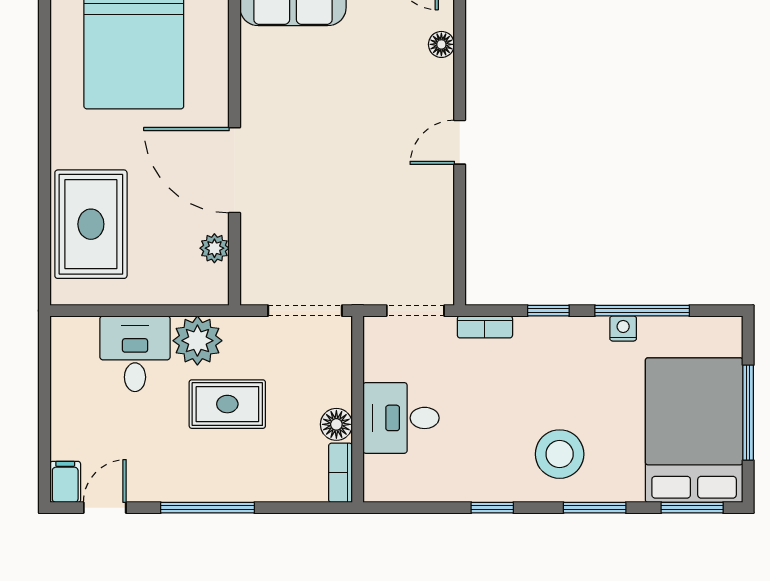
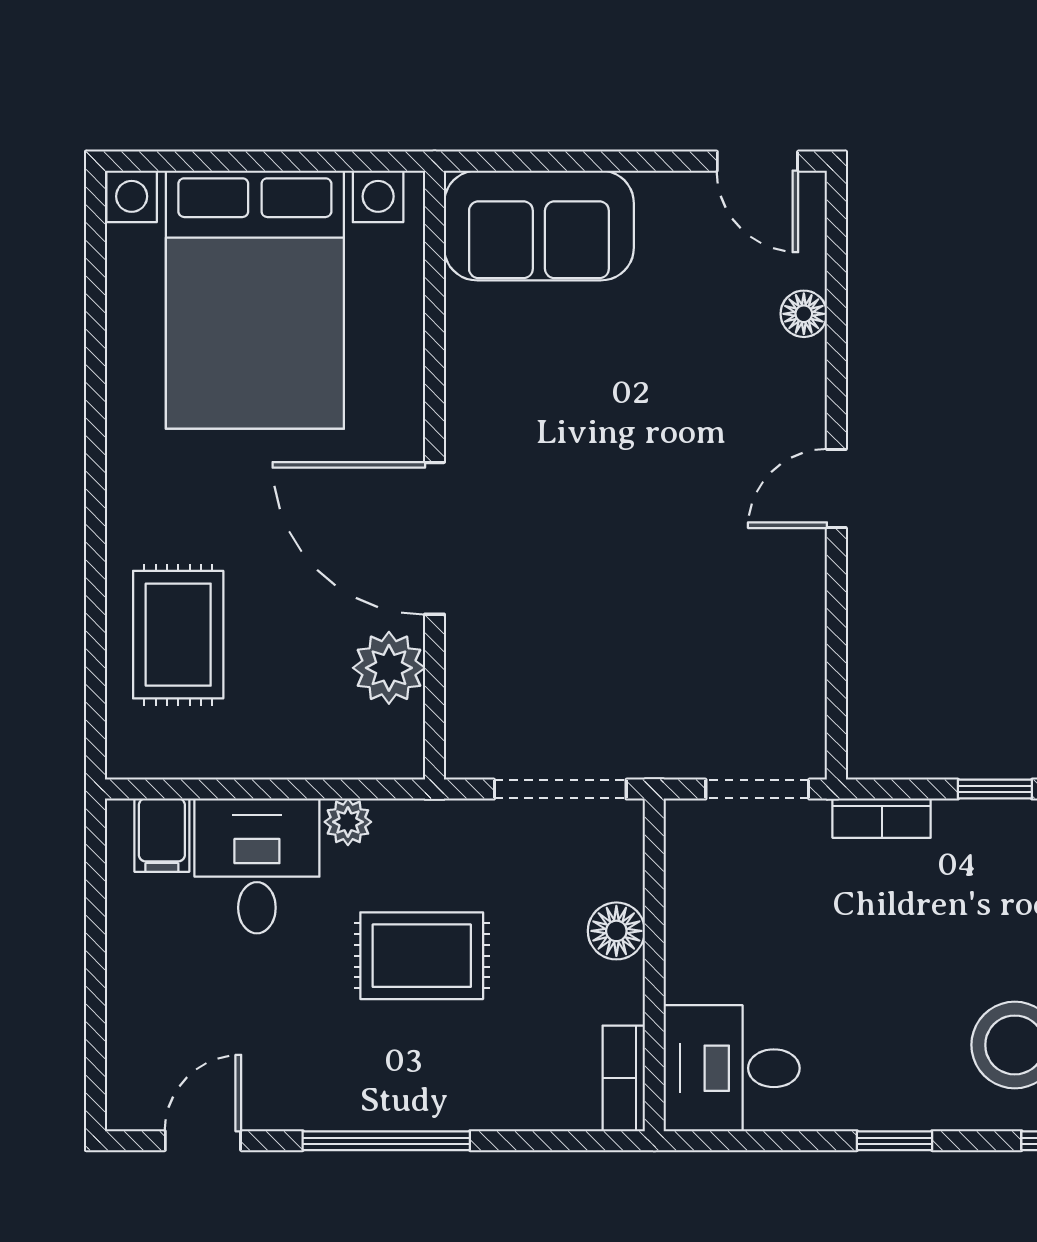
rug: (91, 224) -> (178, 635), width x0.73, depth x0.70
plant: (214, 248) -> (389, 668), width x1.38, depth x1.38
plant: (197, 341) -> (348, 822), width x0.53, depth x0.53
desk: (401, 418) -> (732, 1068), moved
floor lamp: (336, 424) -> (616, 931), moved
filing cabinet: (65, 482) -> (162, 835), moved, turned 180

